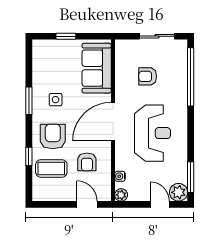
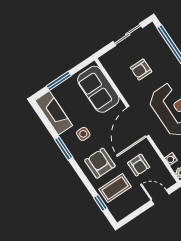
window: (66, 36) -> (59, 81), width x1.50
fireplace: (42, 62) -> (54, 113), added
window: (29, 156) -> (100, 203), moved

